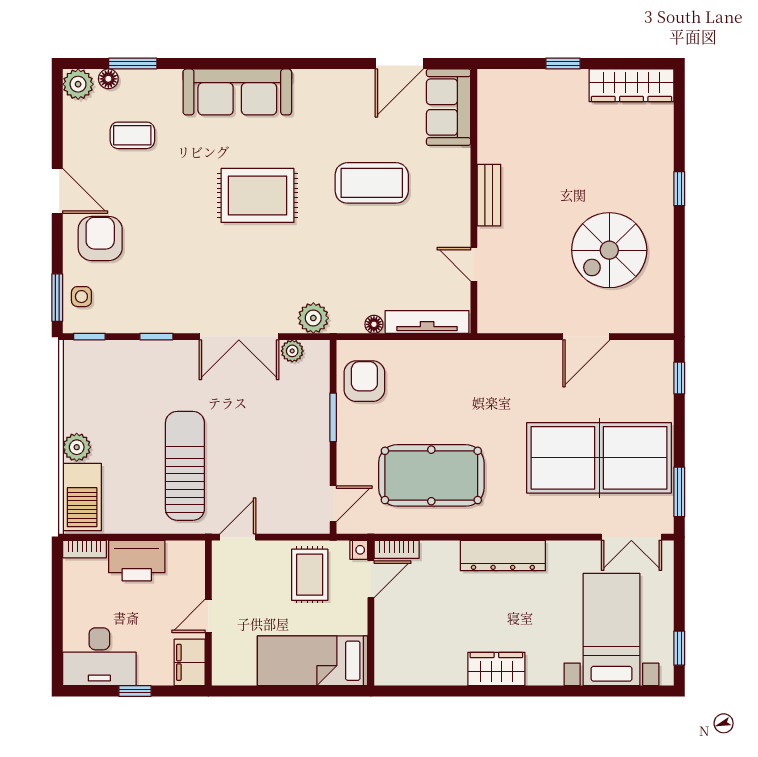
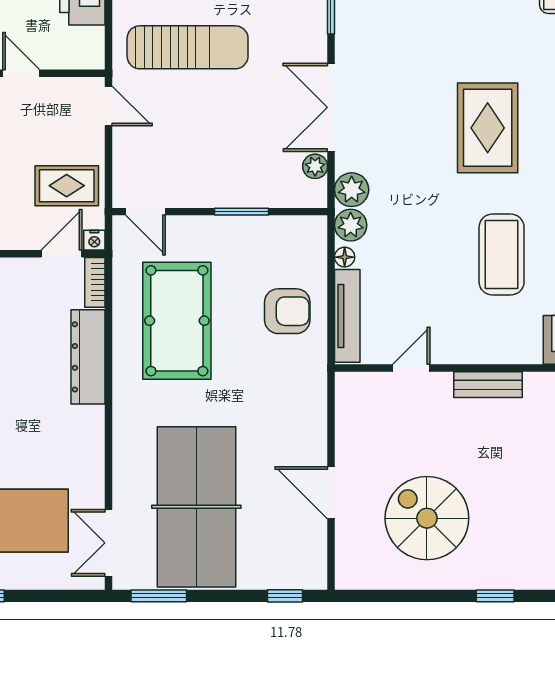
plant: (345, 319) -> (351, 225), added
armchair: (364, 381) -> (287, 311), moved
dresser: (503, 556) -> (88, 357), moved
door: (371, 579) -> (62, 254), swing flipped

